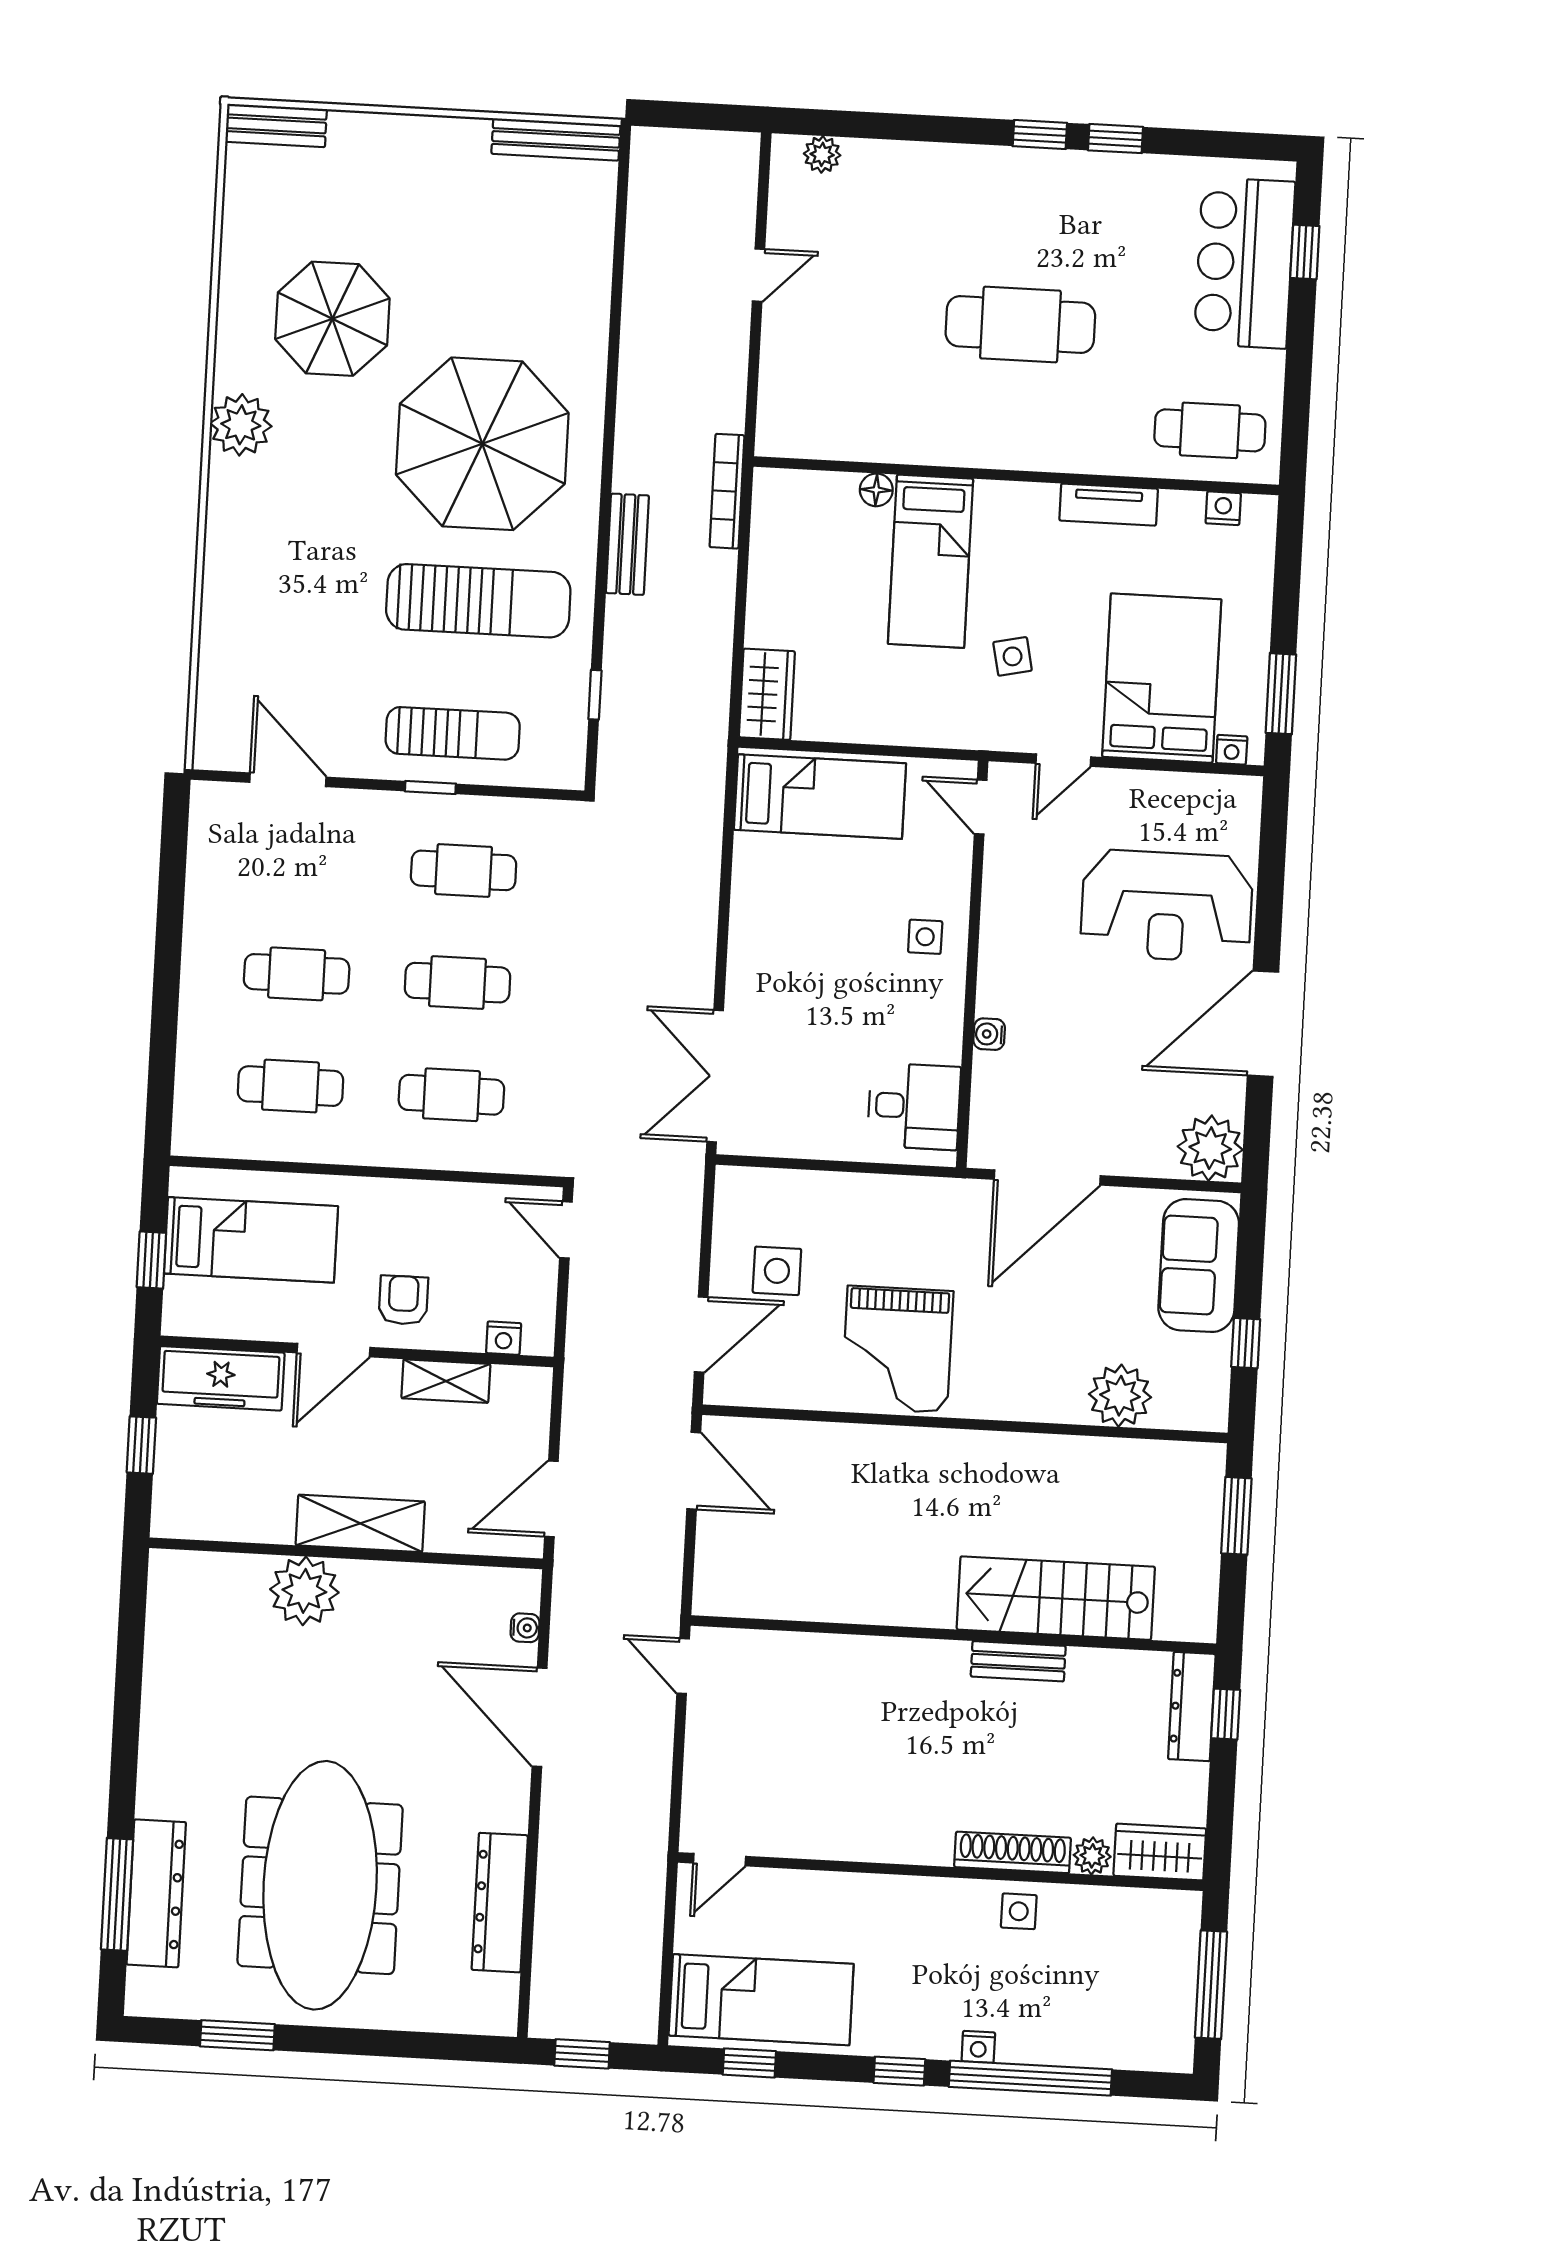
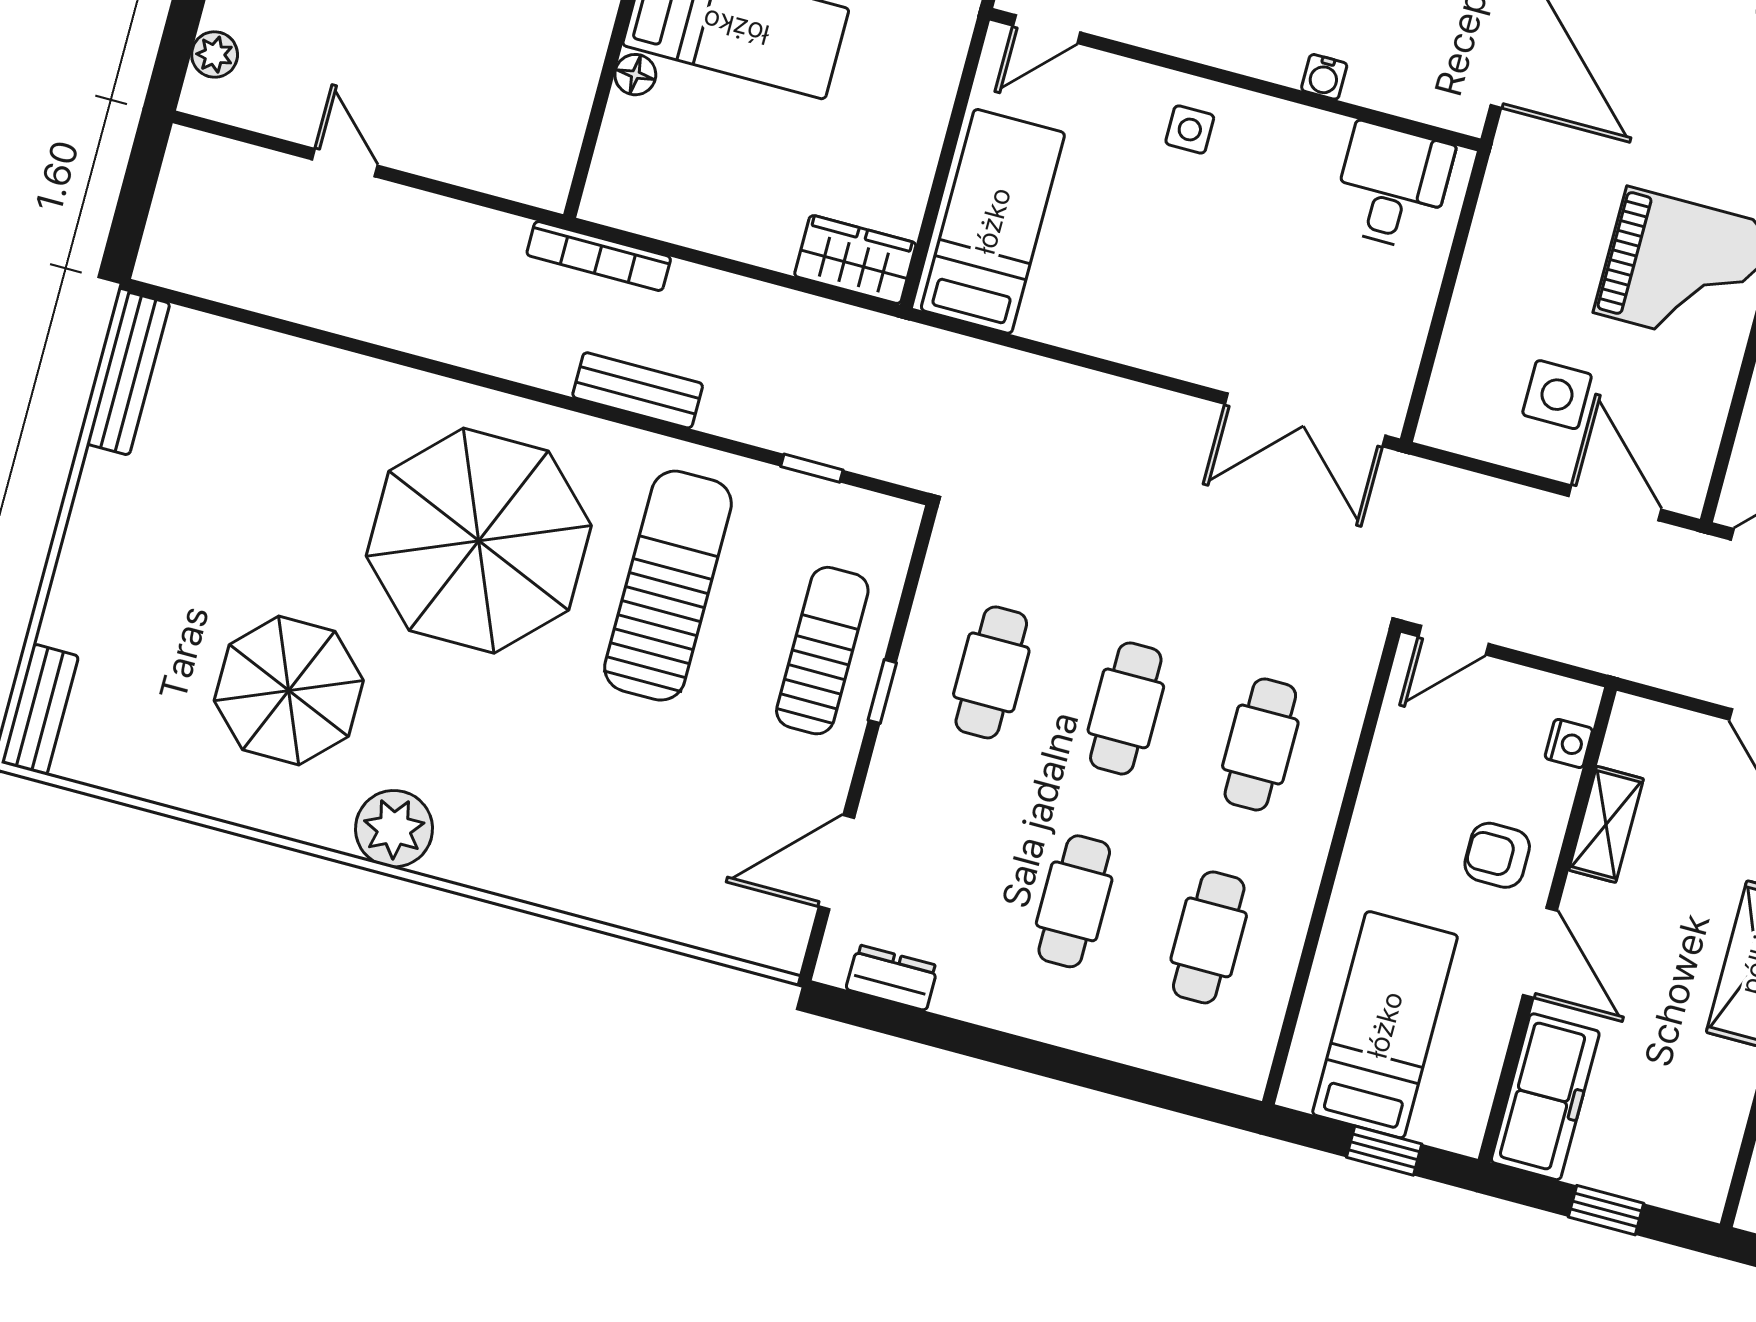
dresser: (206, 843) -> (892, 978), added

